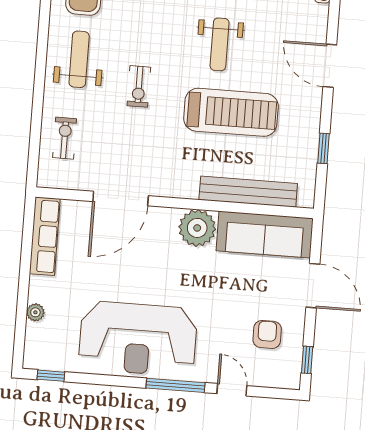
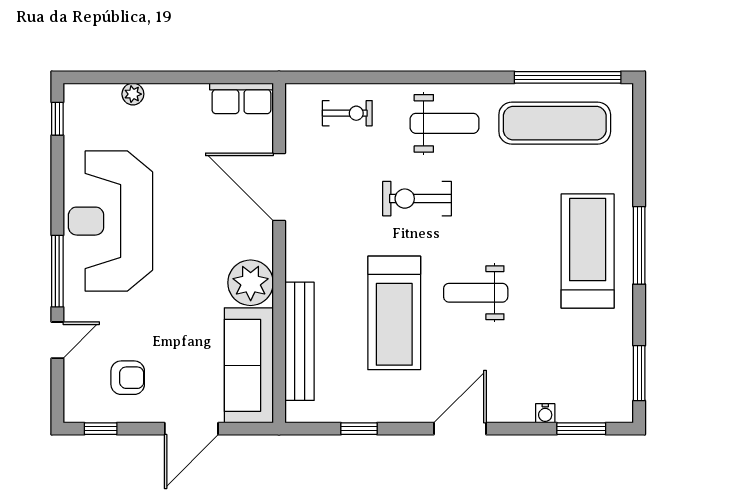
exercise bike: (139, 86) -> (417, 199), width x1.38, depth x1.39
row of seats: (45, 236) -> (241, 98), width x0.68

